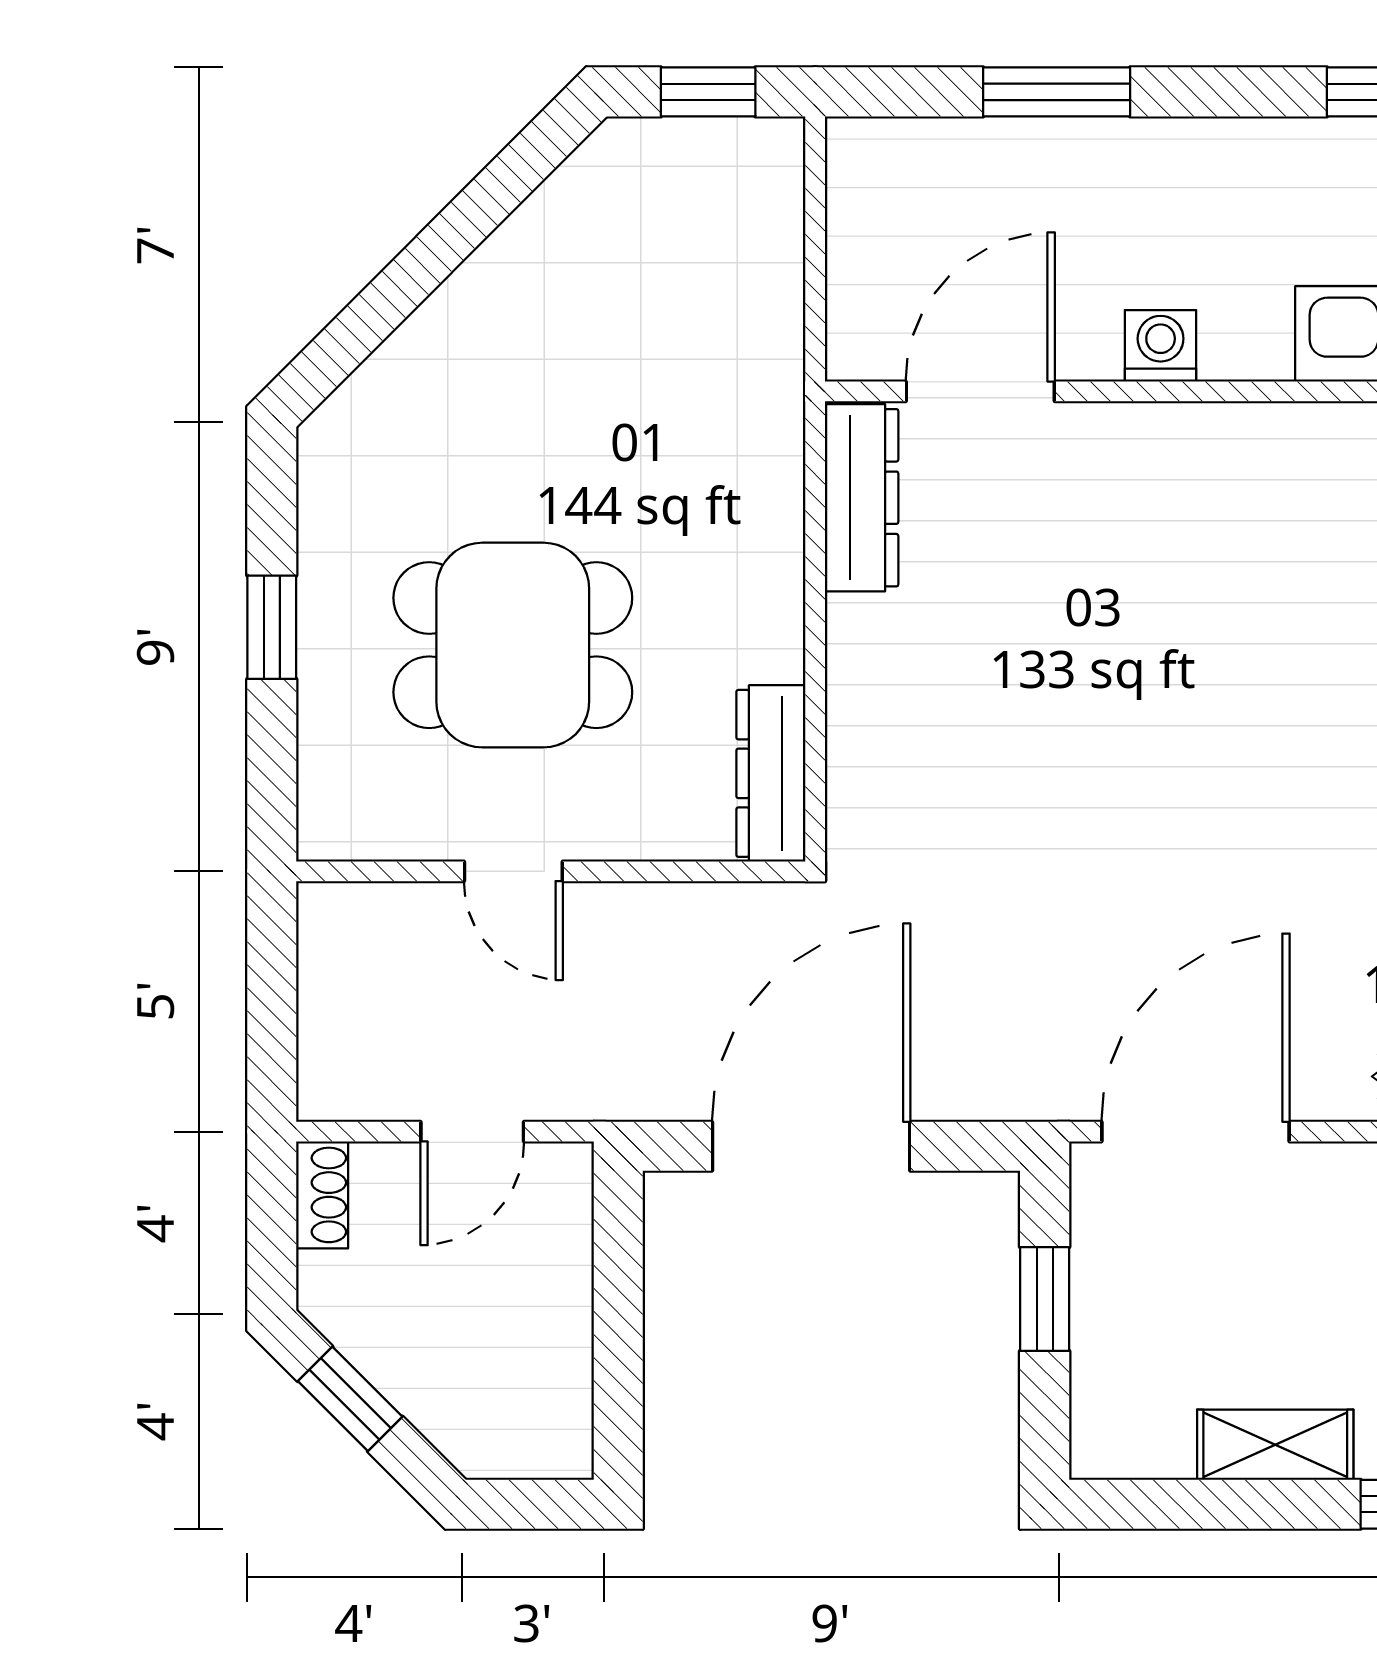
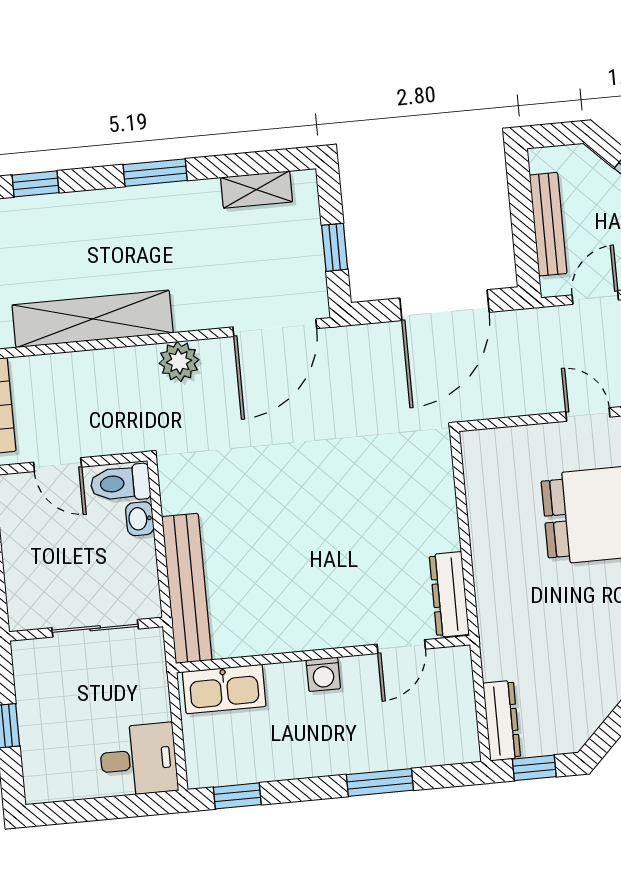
door: (980, 391) -> (401, 647), width x0.73
dresser: (771, 773) -> (502, 721), moved
bench: (562, 1305) -> (548, 224), added
shelving: (1275, 1445) -> (257, 190), moved

